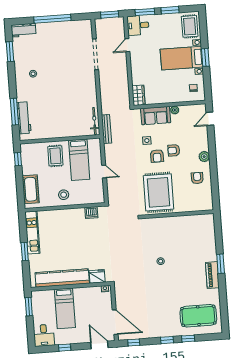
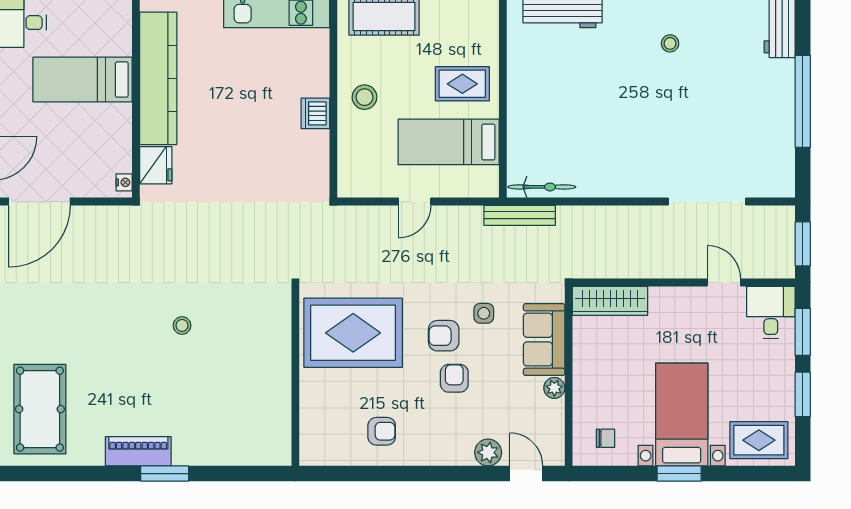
wardrobe: (138, 95) -> (610, 301), width x1.50
plant: (204, 157) -> (488, 452), moved
dishwasher: (91, 213) -> (315, 113), moved

